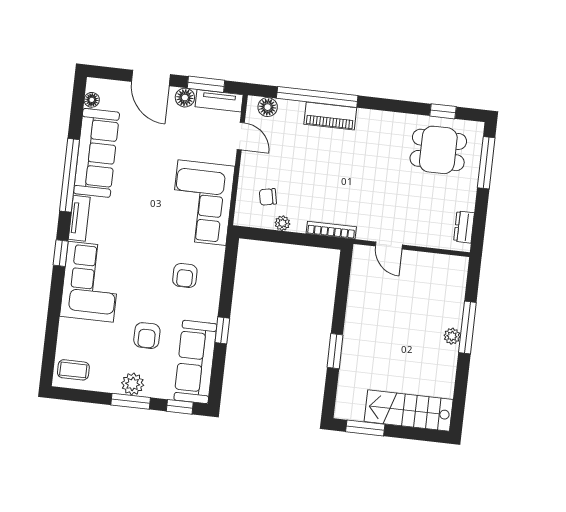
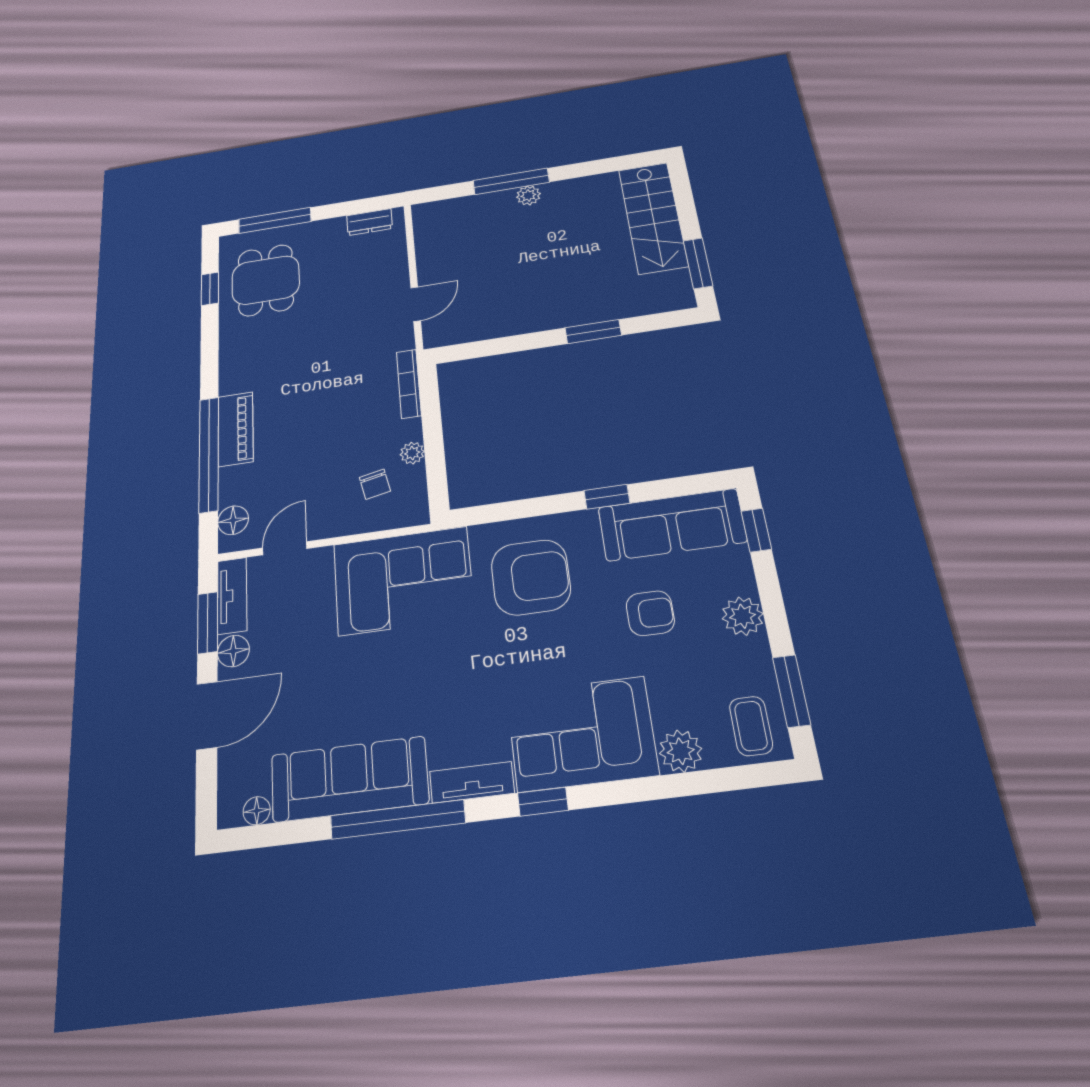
armchair: (185, 275) -> (531, 577), width x1.88, depth x1.88
plant: (69, 330) -> (681, 751), added
window: (131, 401) -> (791, 691), moved

